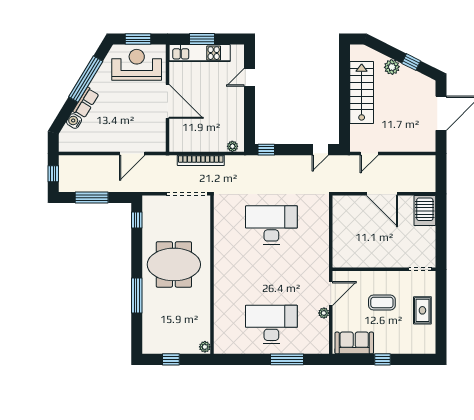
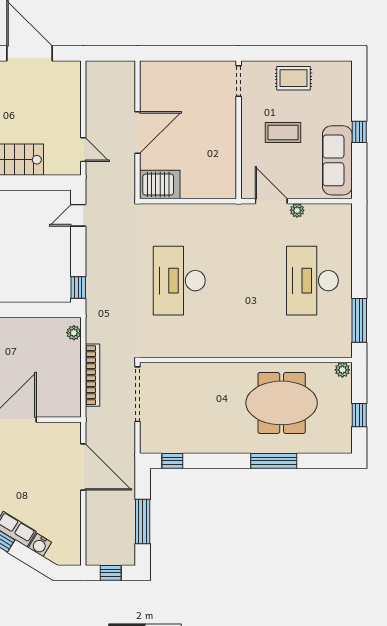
door: (320, 150) -> (78, 215), swing flipped
door: (132, 153) -> (83, 467), width x1.36
server rack: (425, 210) -> (160, 185), moved
meeting table: (174, 264) -> (282, 403), moved, turned 90
coffee table: (382, 302) -> (283, 133), turned 90
sofa: (354, 343) -> (337, 160), width x1.36
window: (287, 359) -> (359, 320), moved

